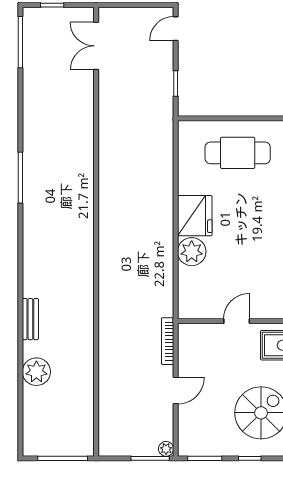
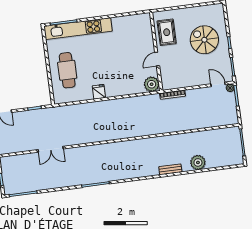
double door: (96, 46) -> (51, 149), moved
fridge: (195, 216) -> (99, 92), width x0.53, depth x0.75
plant: (192, 252) -> (152, 84), moved
door: (237, 321) -> (157, 59), hinge flipped
door: (176, 391) -> (218, 84), moved

